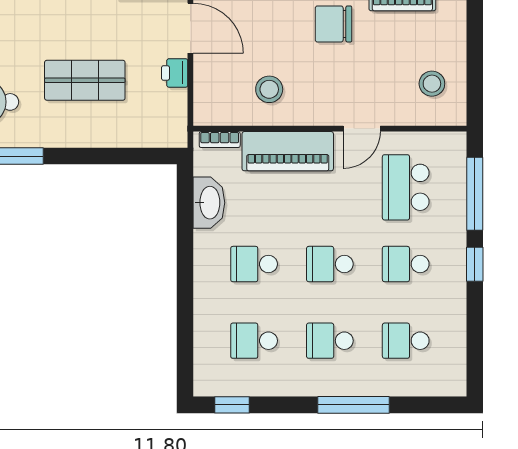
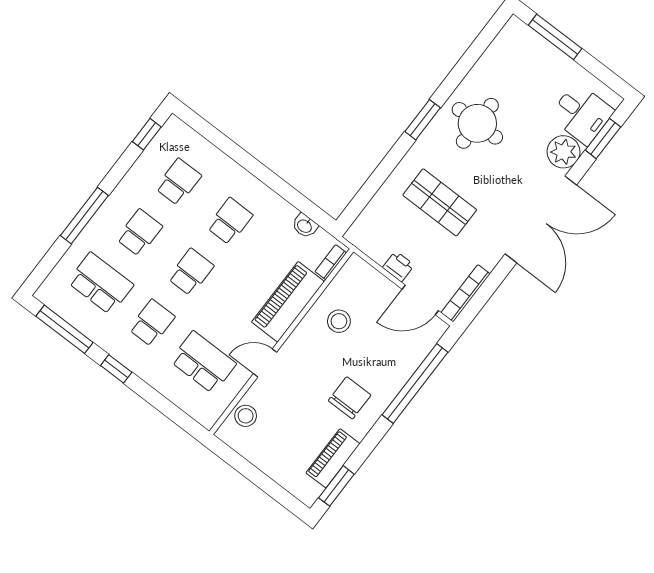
shop shelf: (85, 80) -> (440, 202), turned 90
stool: (432, 84) -> (246, 416), moved
door: (362, 129) -> (265, 363), hinge flipped
window: (475, 194) -> (65, 329), moved
washbasin: (209, 203) -> (305, 226), width x0.52, depth x0.69
school desk: (406, 341) -> (100, 283), width x1.85

